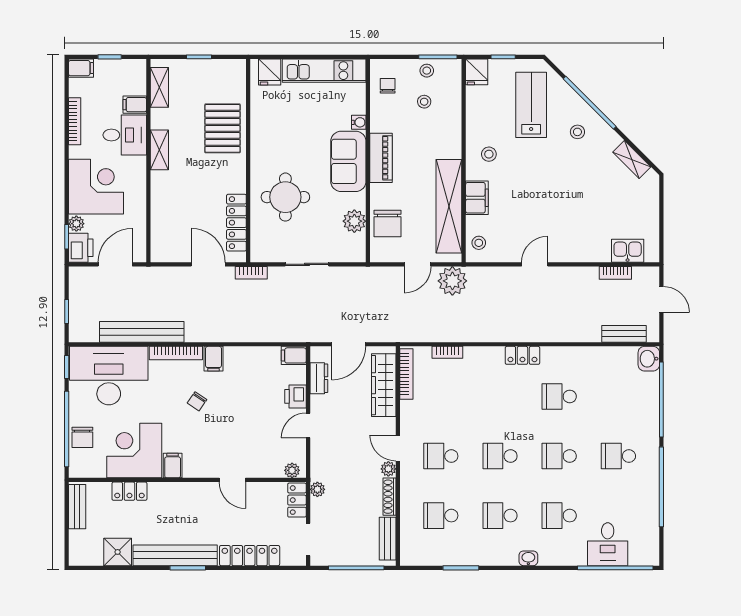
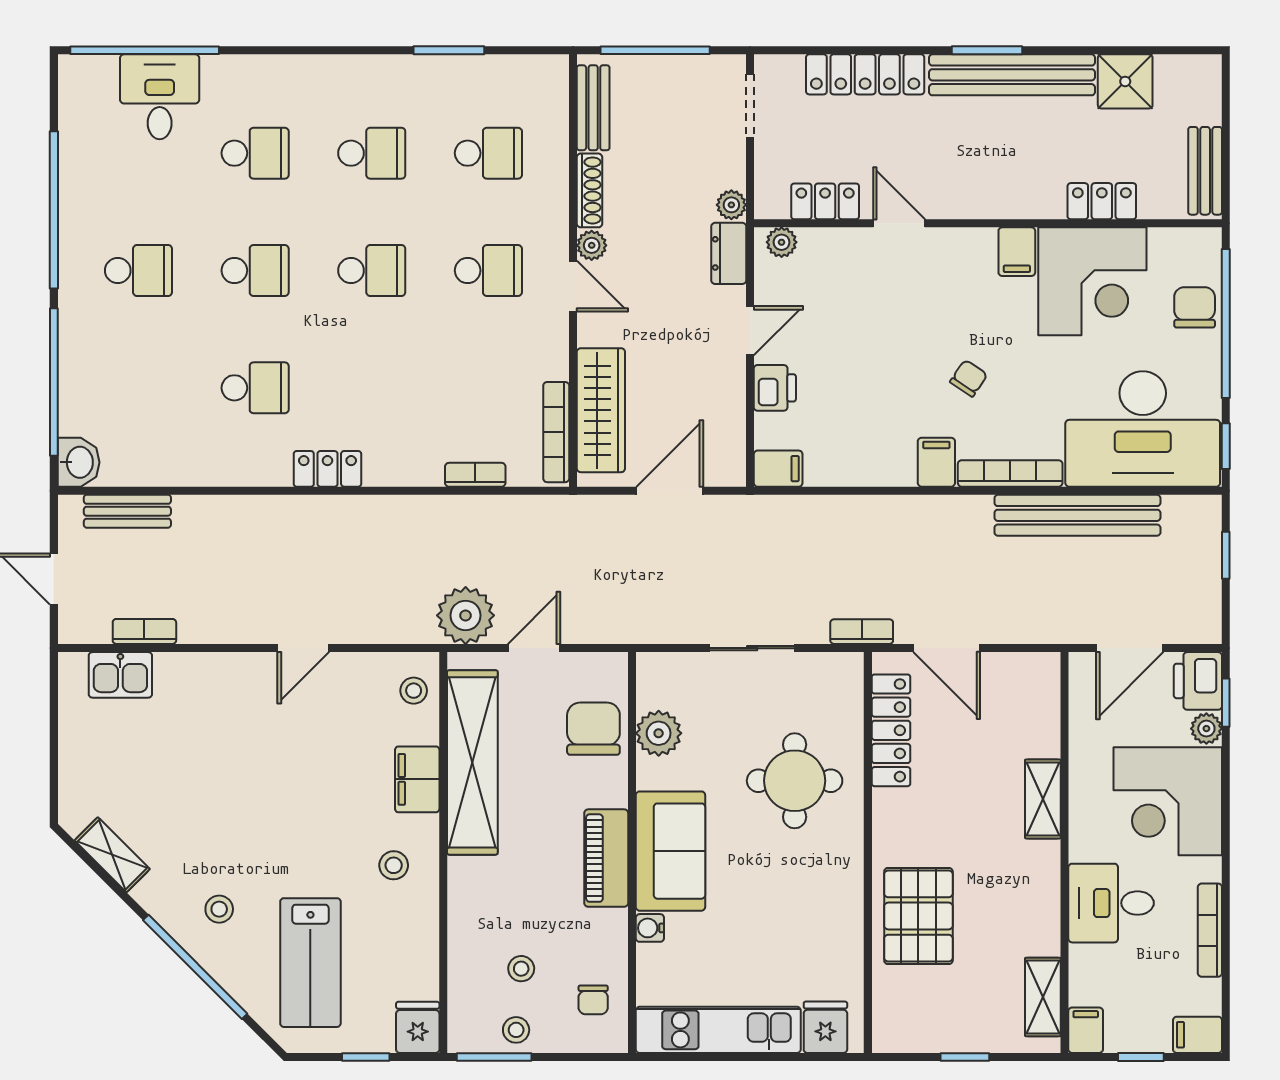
filing cabinet: (135, 105) -> (1086, 1030), moved, turned -90
shelving: (159, 150) -> (1043, 799), moved
dresser: (319, 378) -> (729, 253), moved
locker: (297, 500) -> (825, 201), moved, turned -90
washbasin: (528, 558) -> (316, 69), removed

